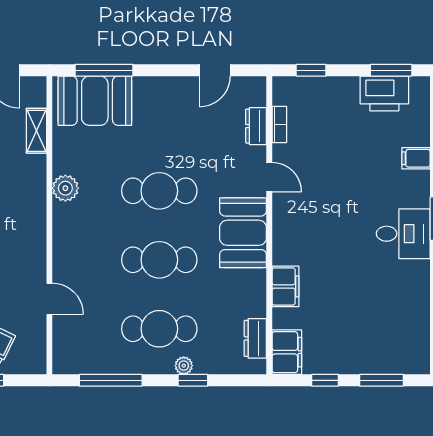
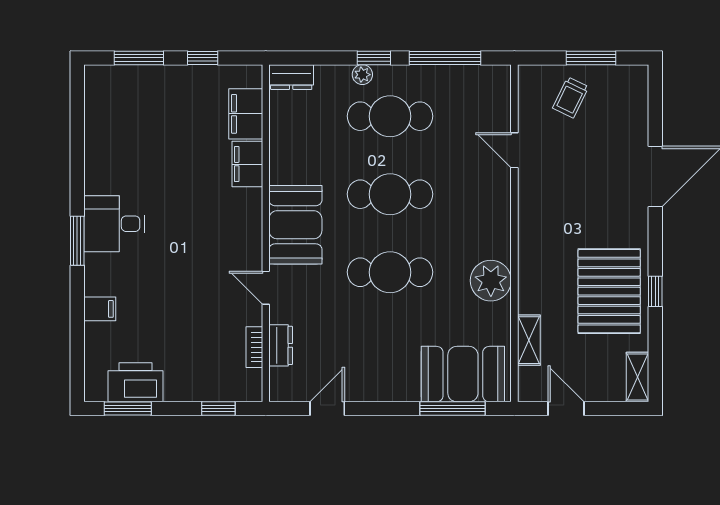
plant: (65, 188) -> (491, 281), width x1.36, depth x1.36
dresser: (255, 338) -> (291, 77), moved, turned 90
filing cabinet: (287, 352) -> (246, 114), moved
window: (193, 380) -> (374, 58), moved

